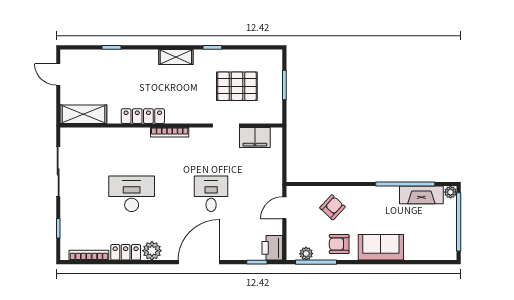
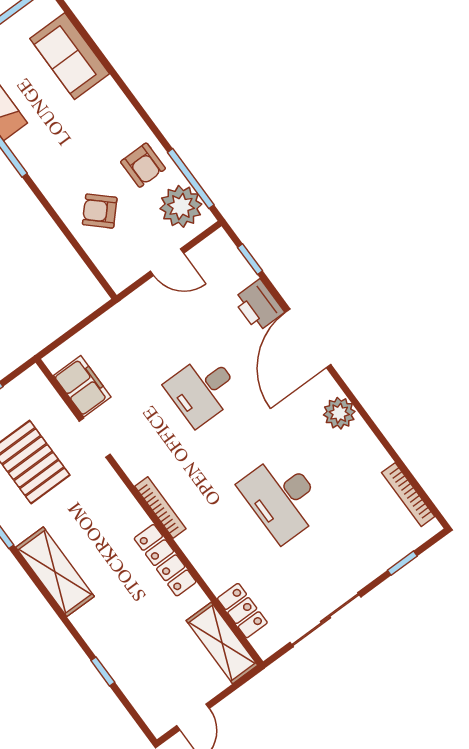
shelving: (176, 57) -> (55, 572), width x1.50, depth x1.33
door: (284, 208) -> (167, 262), moved
sofa: (381, 247) -> (70, 56), moved
printer: (272, 248) -> (259, 306), moved, turned 90
locker: (126, 252) -> (242, 611), moved, turned 180
plant: (306, 254) -> (181, 206), width x1.87, depth x1.87
door: (199, 262) -> (308, 338), hinge flipped

